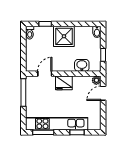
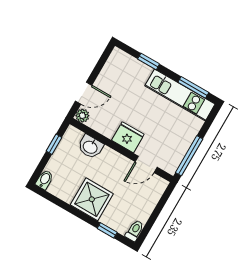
kitchen unit: (57, 124) -> (180, 95), width x0.73

